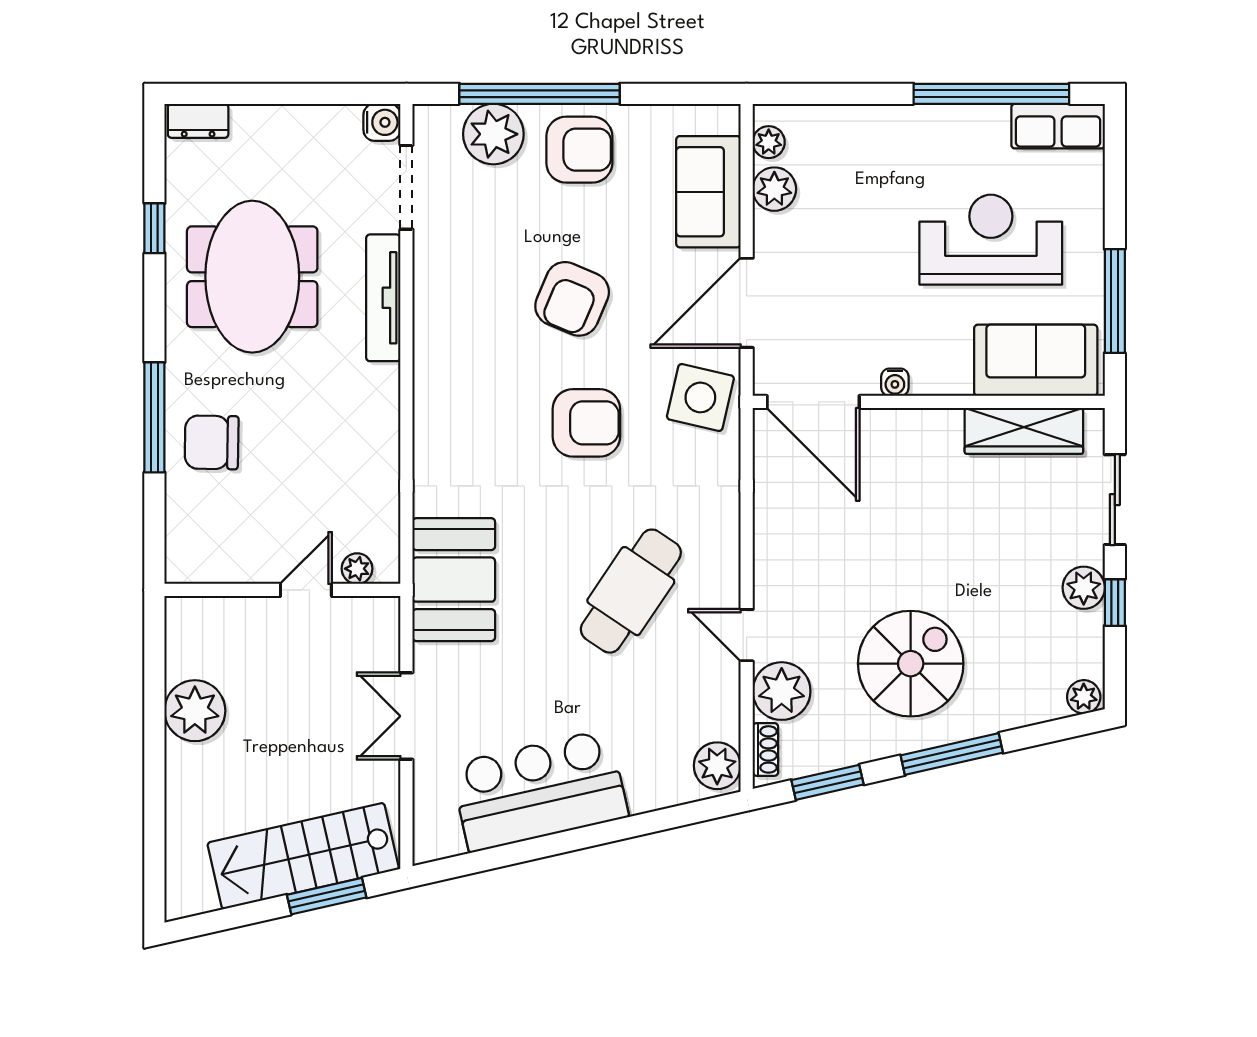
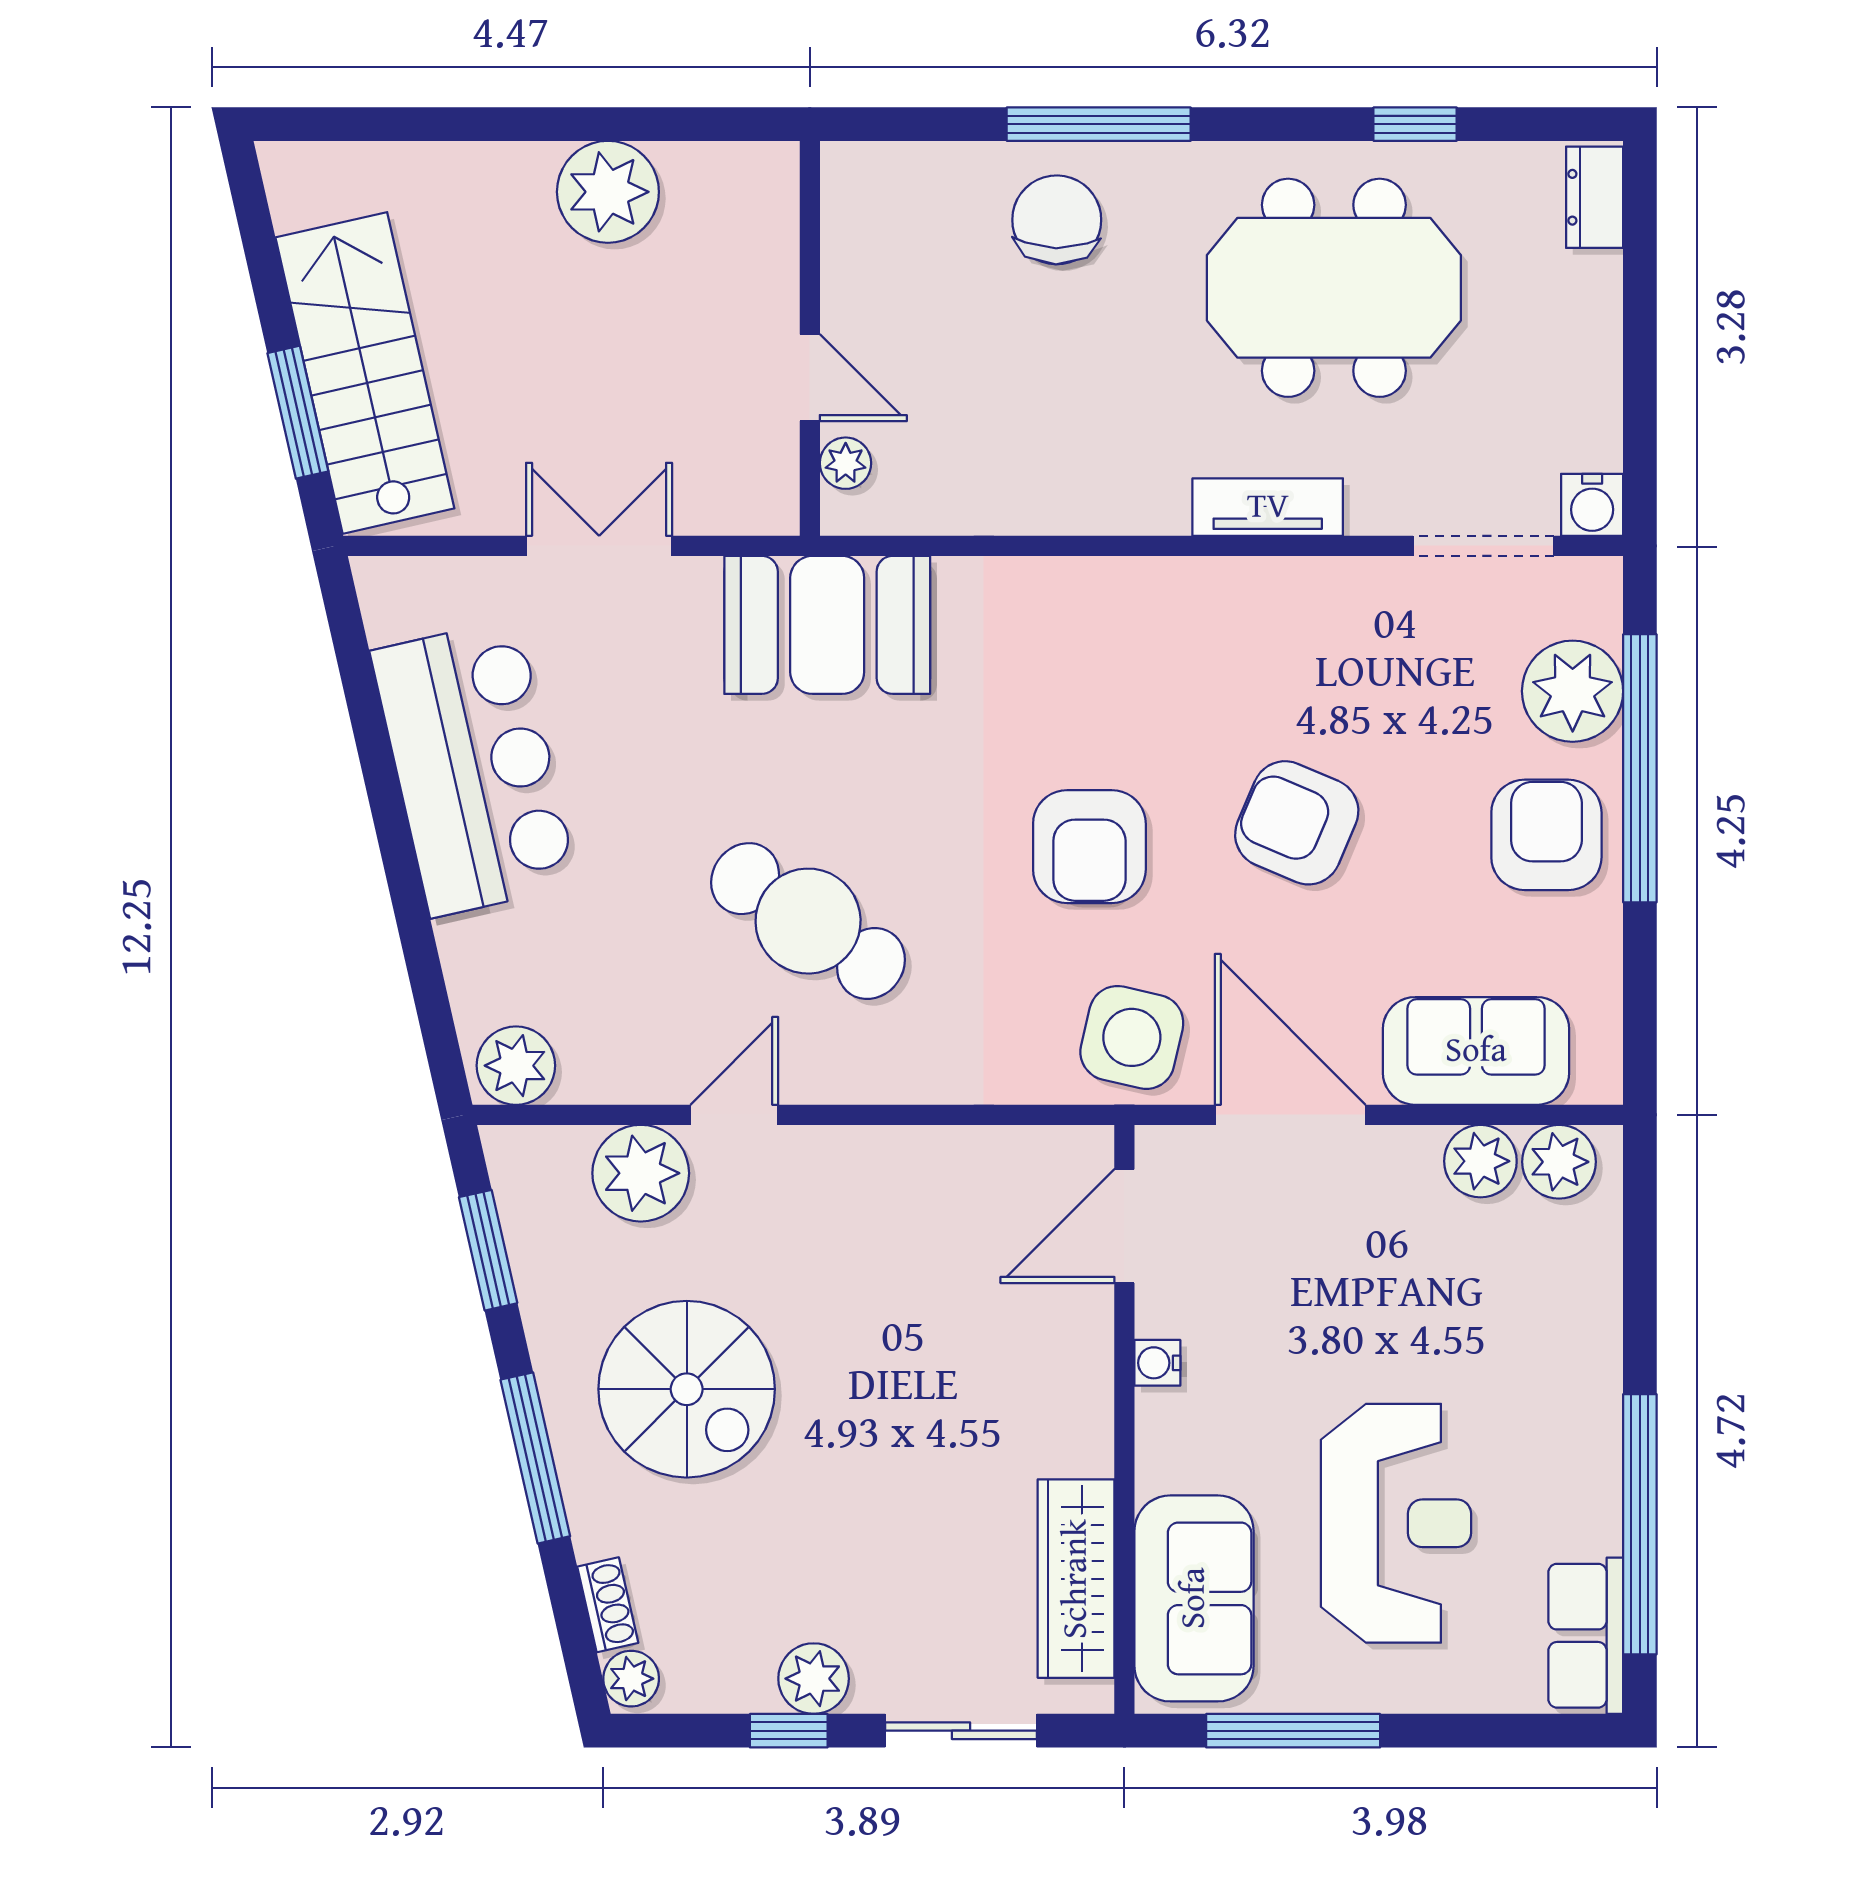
plant: (769, 142) -> (1559, 1162), width x1.38, depth x1.38
armchair: (579, 150) -> (1546, 835), turned 180
tv unit: (383, 298) -> (1268, 507), width x0.71
door: (813, 402) -> (1124, 1226), width x0.73
shoe rack: (765, 749) -> (608, 1605), moved, turned -103

